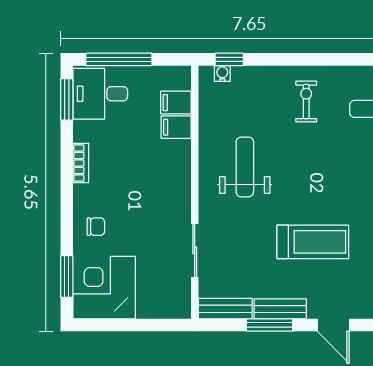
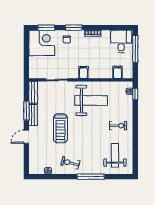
window: (67, 99) -> (74, 28), moved
filing cabinet: (176, 127) -> (83, 72), moved
weight bench: (245, 167) -> (91, 101), width x1.36, depth x1.33

